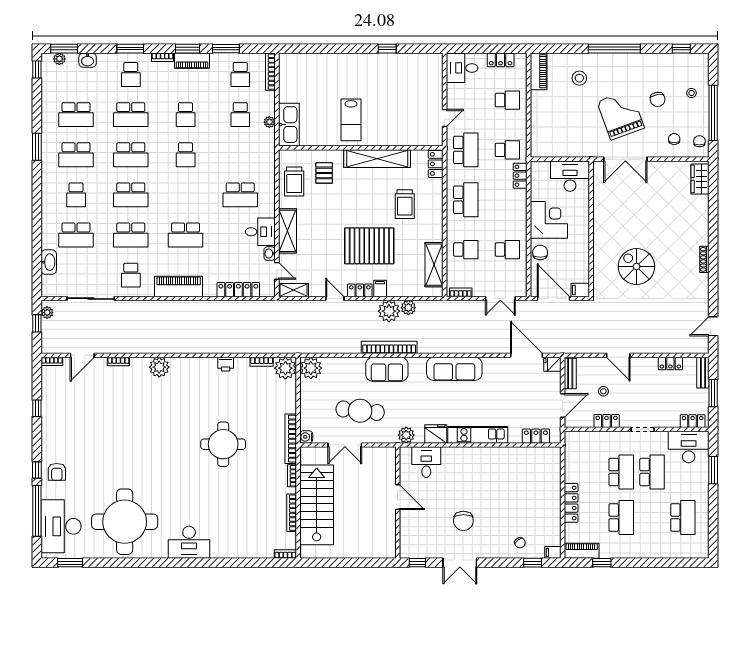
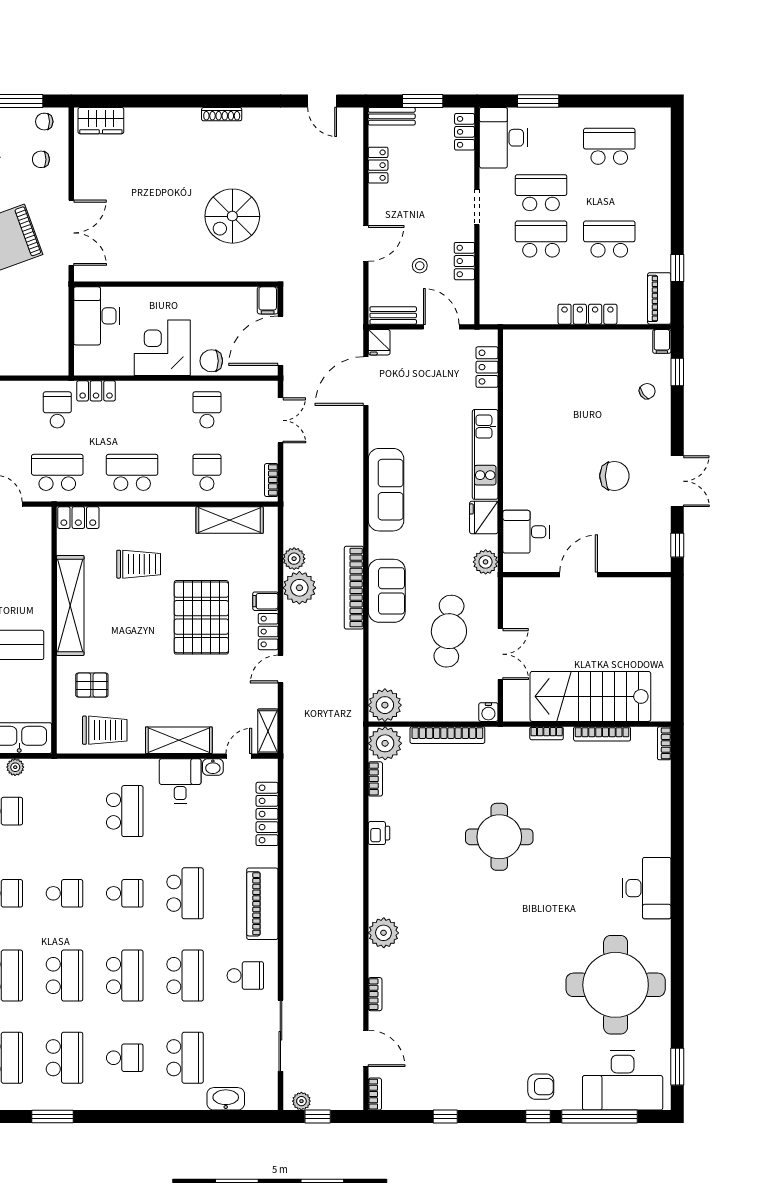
school desk: (186, 195) -> (125, 893), added
bookcase: (291, 439) -> (447, 735), moved

